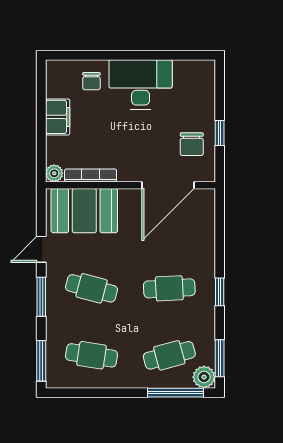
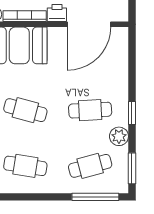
printer: (129, 172) -> (57, 13), added
plant: (204, 377) -> (119, 136), moved

